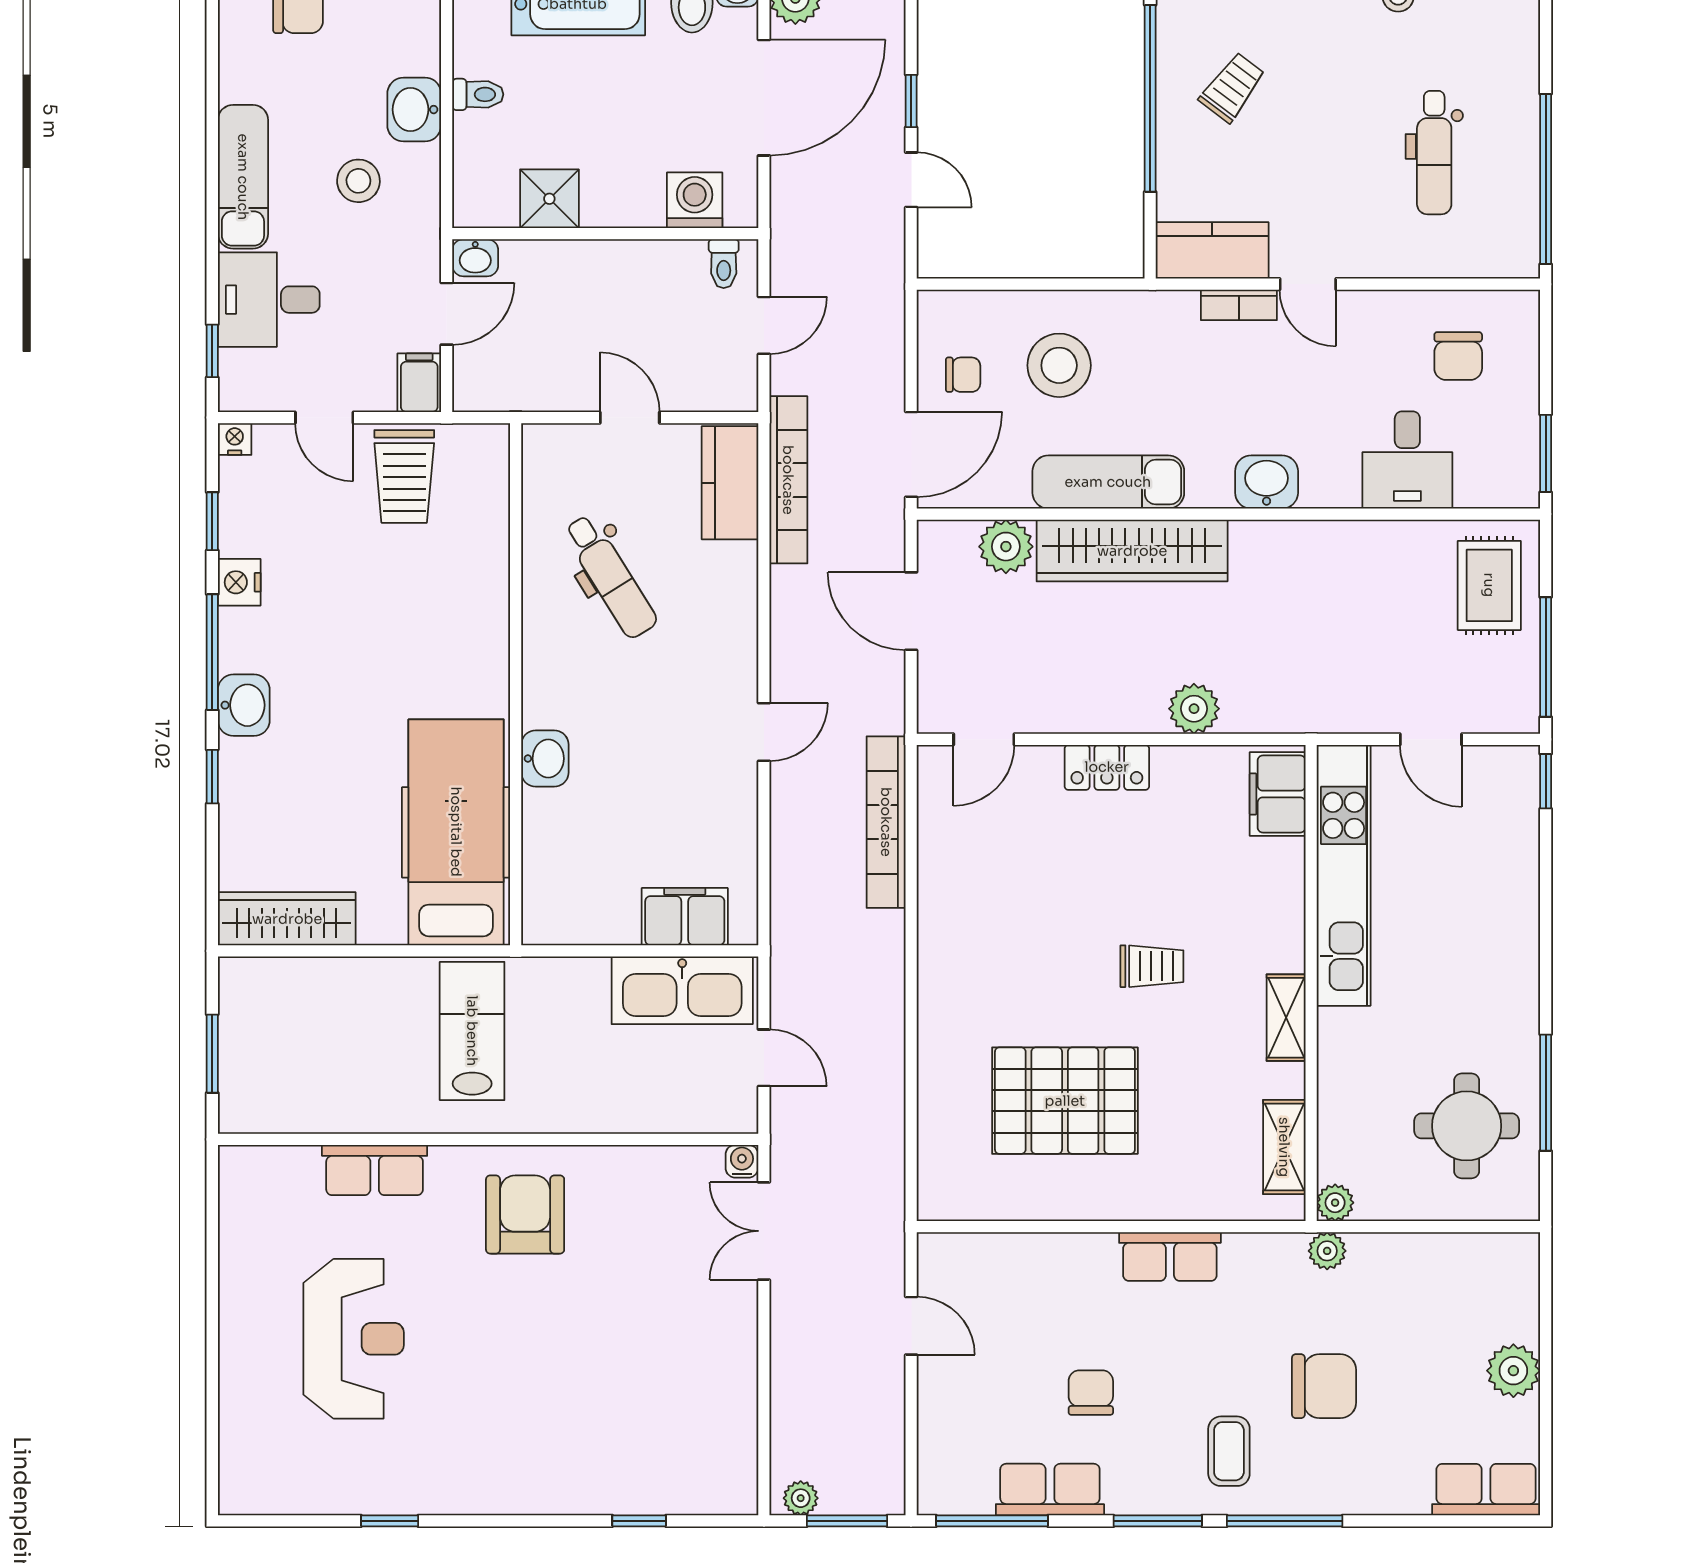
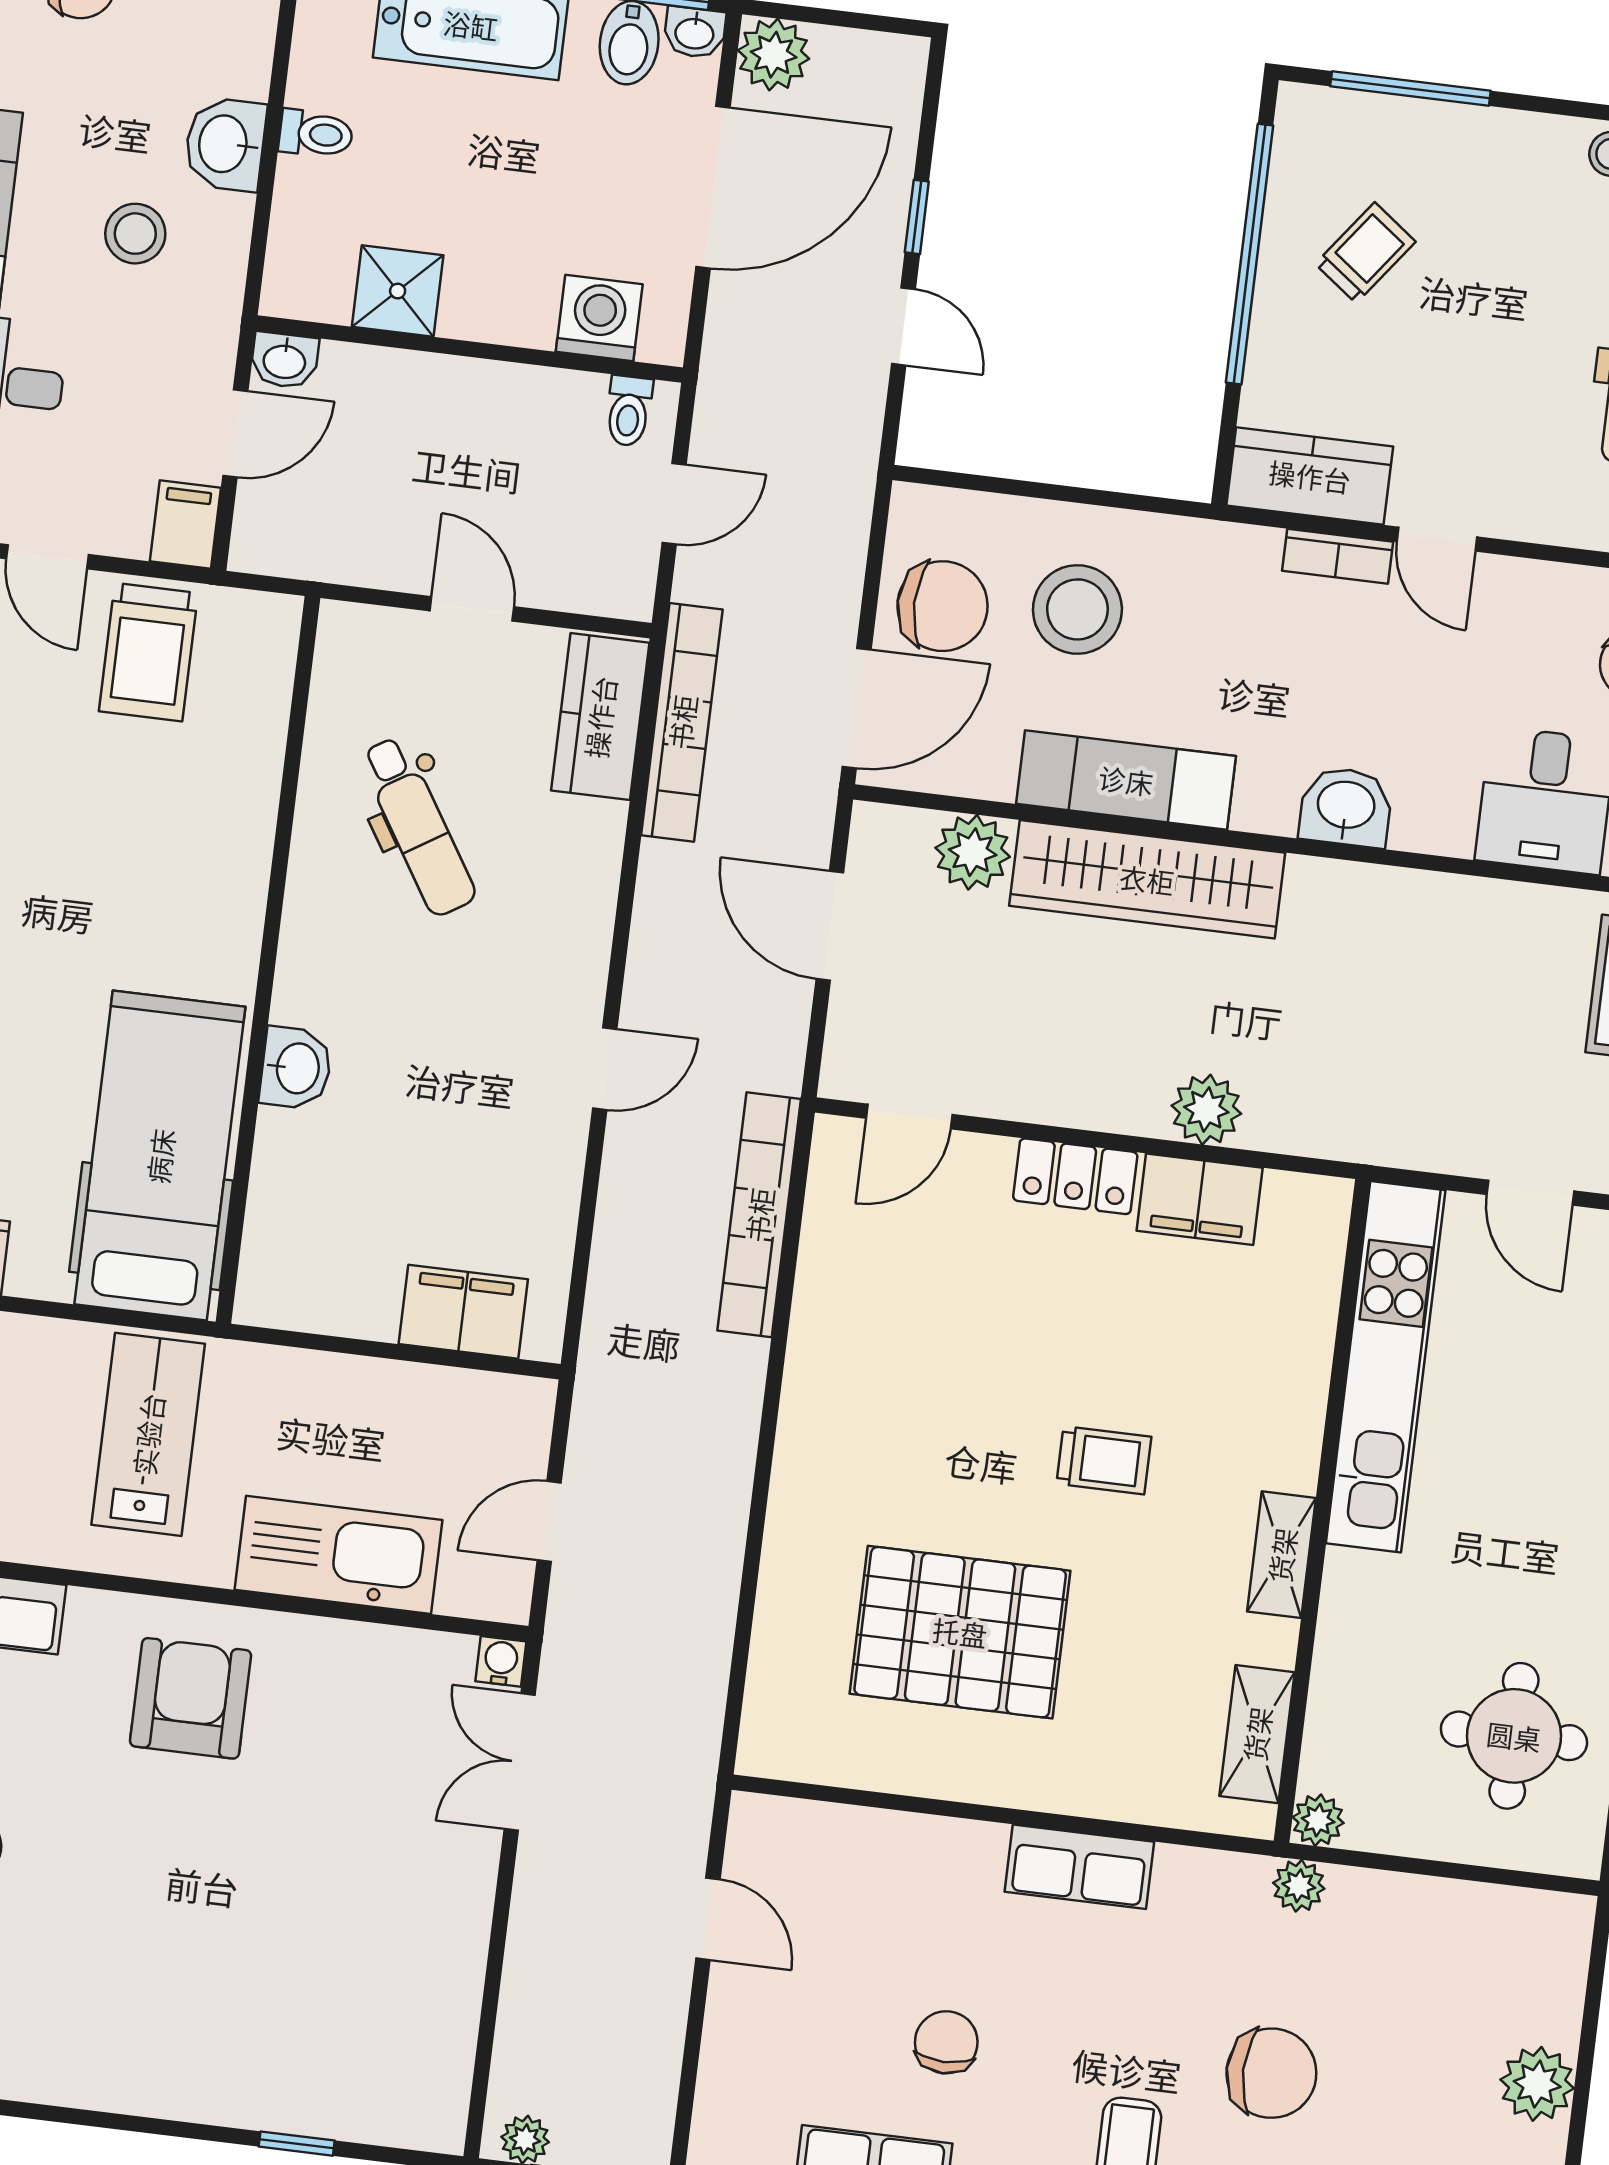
chair: (963, 375) -> (942, 606), width x1.87, depth x1.87
filing cabinet: (1278, 794) -> (1200, 1199), moved, turned -90
kitchen sink: (682, 990) -> (339, 1555), moved, turned 180
door: (764, 1058) -> (549, 1522), swing flipped

